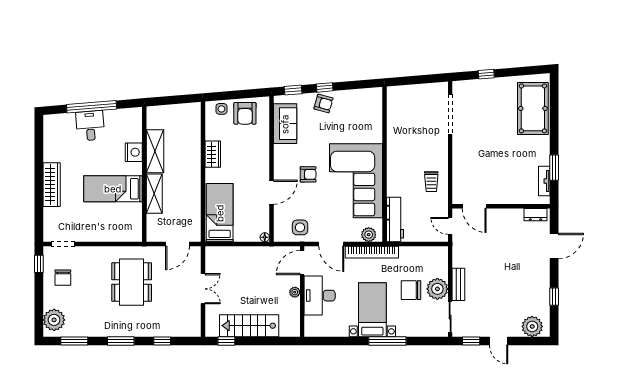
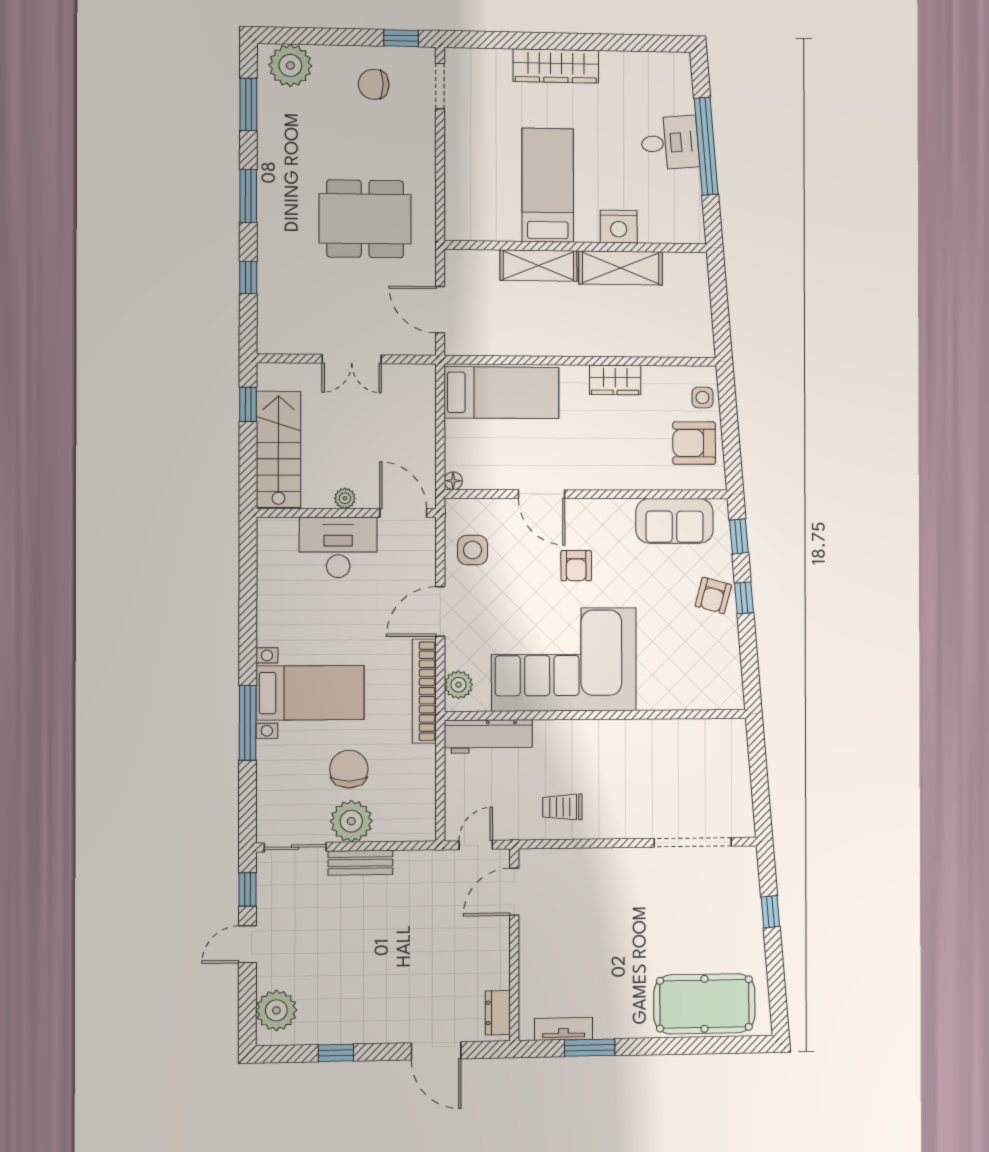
door: (302, 263) -> (403, 513), moved
wall: (302, 291) -> (346, 513), moved
plant: (295, 292) -> (345, 498), moved
desk: (320, 296) -> (338, 547), moved

